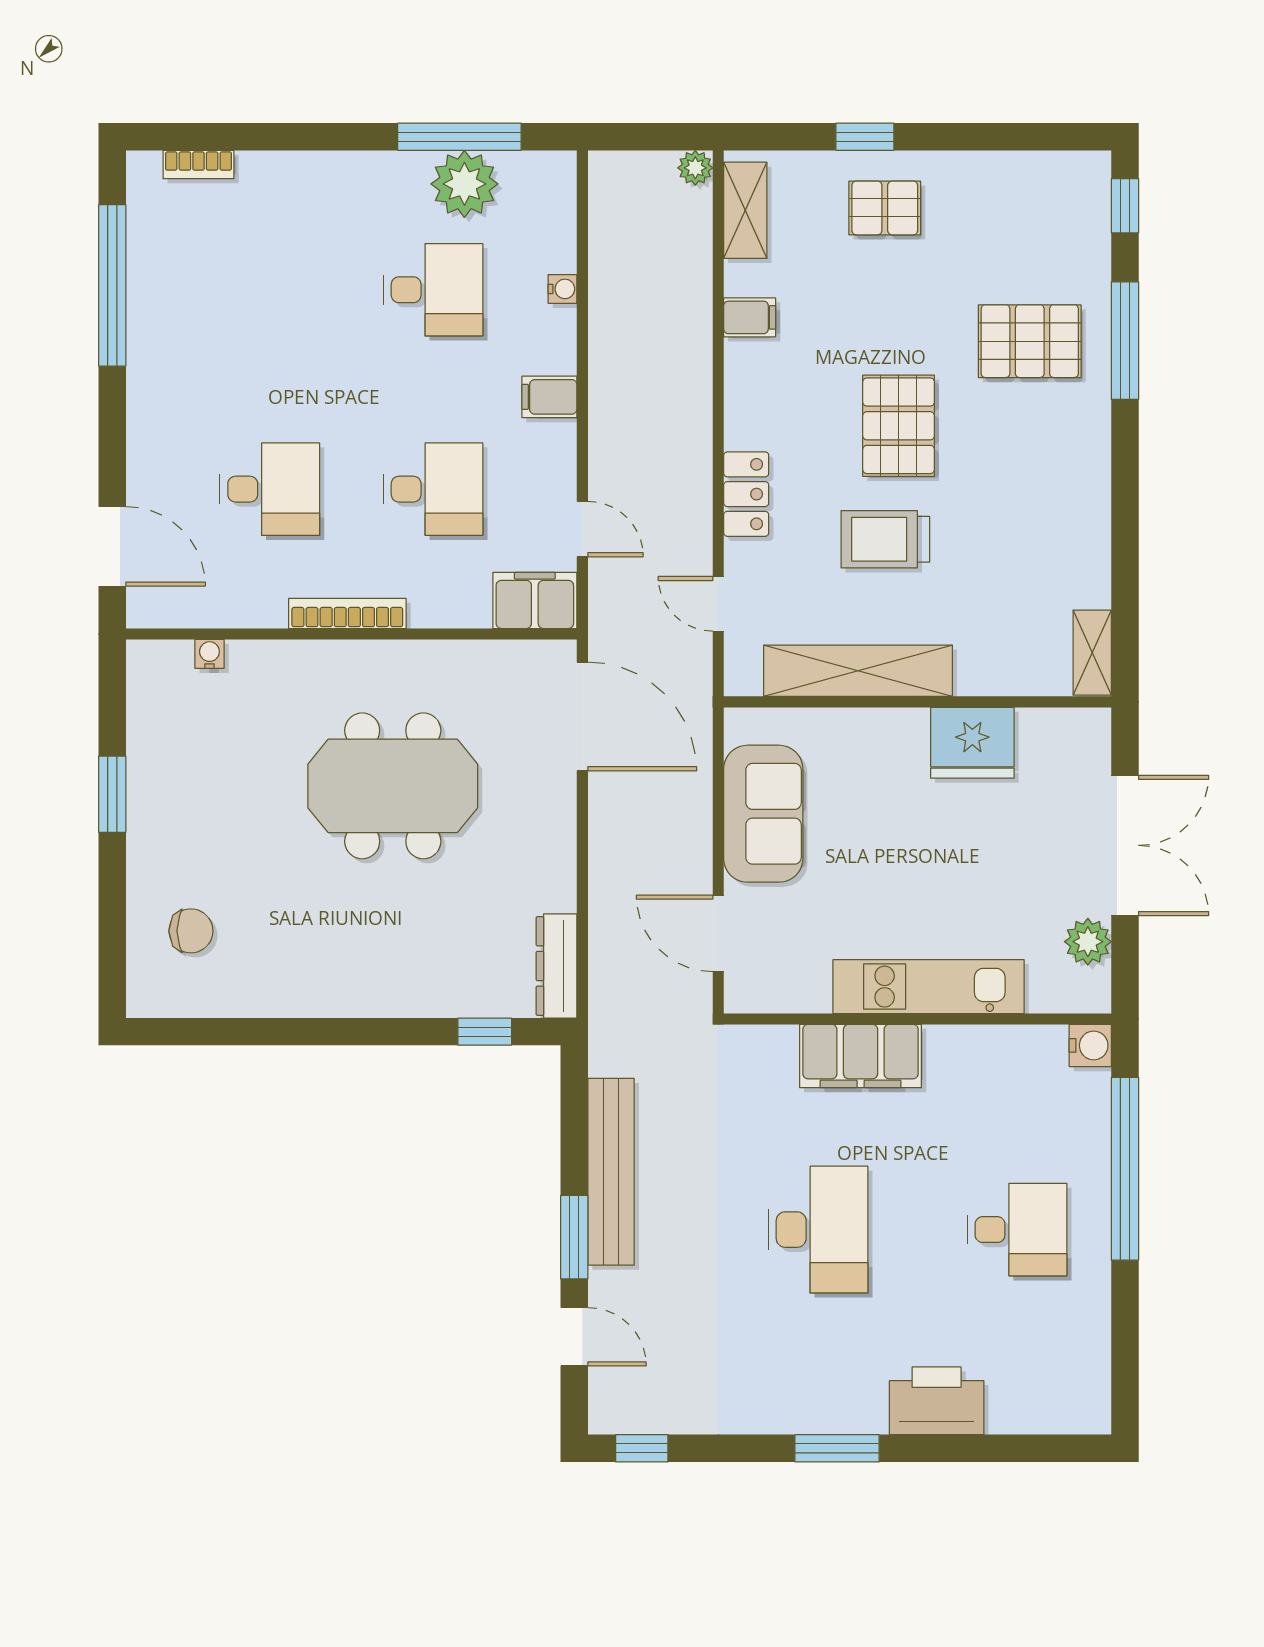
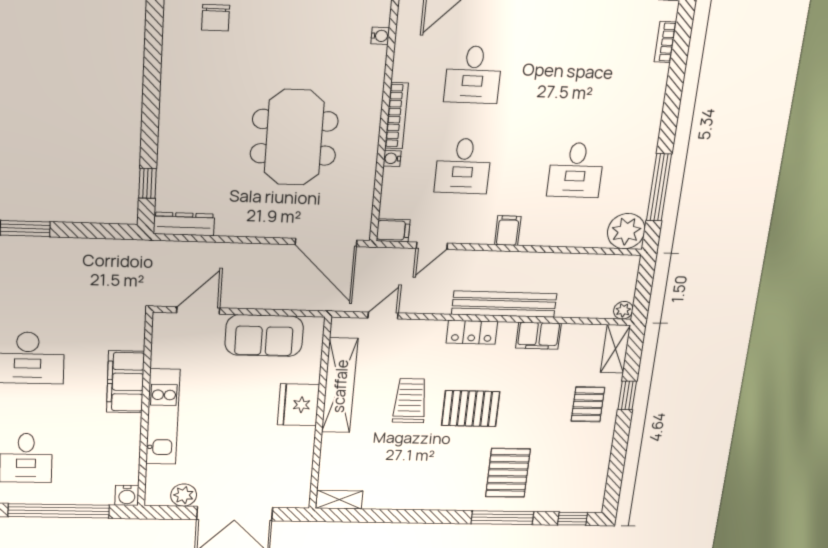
plant: (464, 184) -> (626, 231), moved
shelving: (745, 210) -> (615, 349), moved, turned 90
water cooler: (563, 289) -> (392, 158), moved, turned 90
filing cabinet: (750, 317) -> (538, 336), width x2.00
locker: (746, 494) -> (472, 332), moved
filing cabinet: (535, 600) -> (393, 230), width x0.50
door: (582, 716) -> (326, 242), hinge flipped
fridge: (972, 743) -> (298, 405), moved
bench: (611, 1172) -> (504, 304), moved

